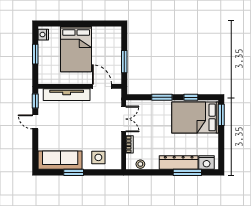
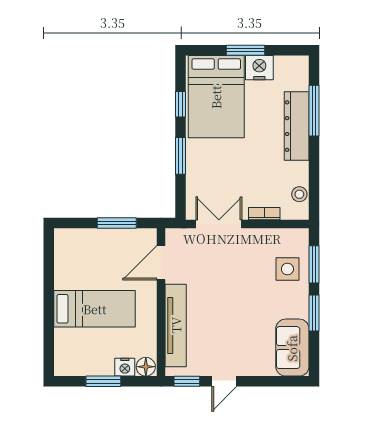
nightstand: (43, 35) -> (125, 367), moved
bed: (76, 49) -> (95, 309), width x0.67
floor lamp: (44, 78) -> (146, 367), added
window: (221, 115) -> (245, 50), moved
sofa: (60, 160) -> (292, 348), width x0.73
nightstand: (207, 163) -> (259, 68), moved, turned -90
window: (101, 172) -> (314, 264), added

